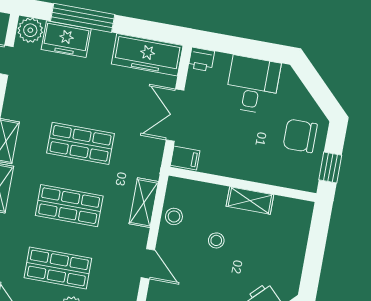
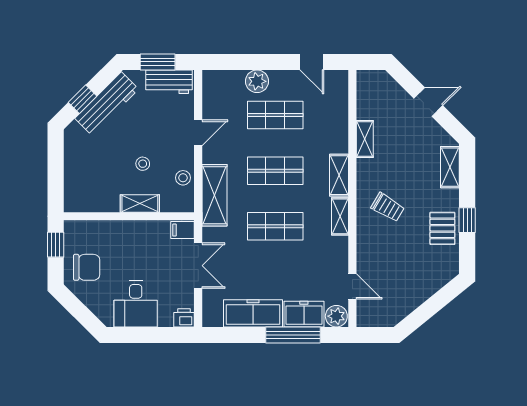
freezer: (147, 55) -> (253, 313), moved
shelving: (250, 200) -> (140, 204), moved
shelving: (144, 203) -> (214, 195), width x1.50, depth x1.33
door: (148, 264) -> (198, 133), swing flipped

